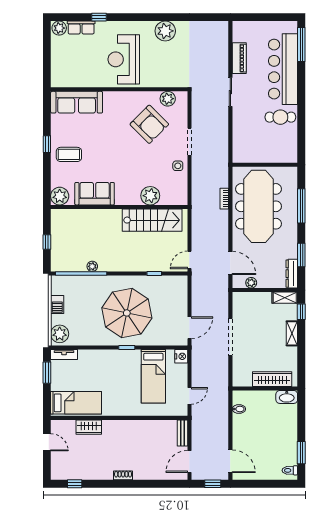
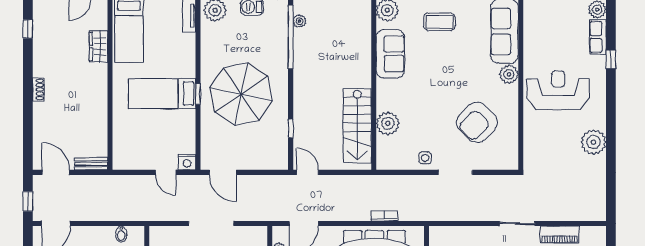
plant: (168, 99) -> (509, 74), moved
coffee table: (69, 154) -> (439, 22), turned 90
plant: (92, 266) -> (299, 21), moved
bed: (153, 376) -> (162, 94), moved
door: (189, 396) -> (166, 172), moved

